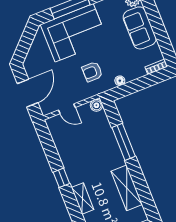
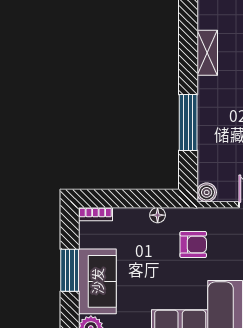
window: (158, 28) -> (70, 270), added
shelving: (127, 188) -> (207, 53), width x0.67, depth x0.75

